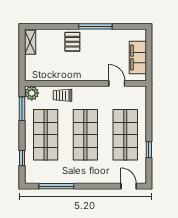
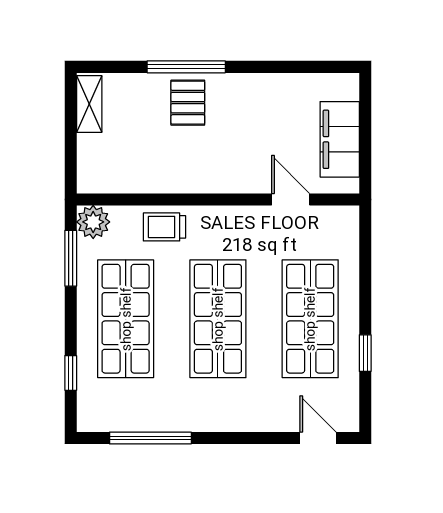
window: (95, 26) -> (186, 67), moved

